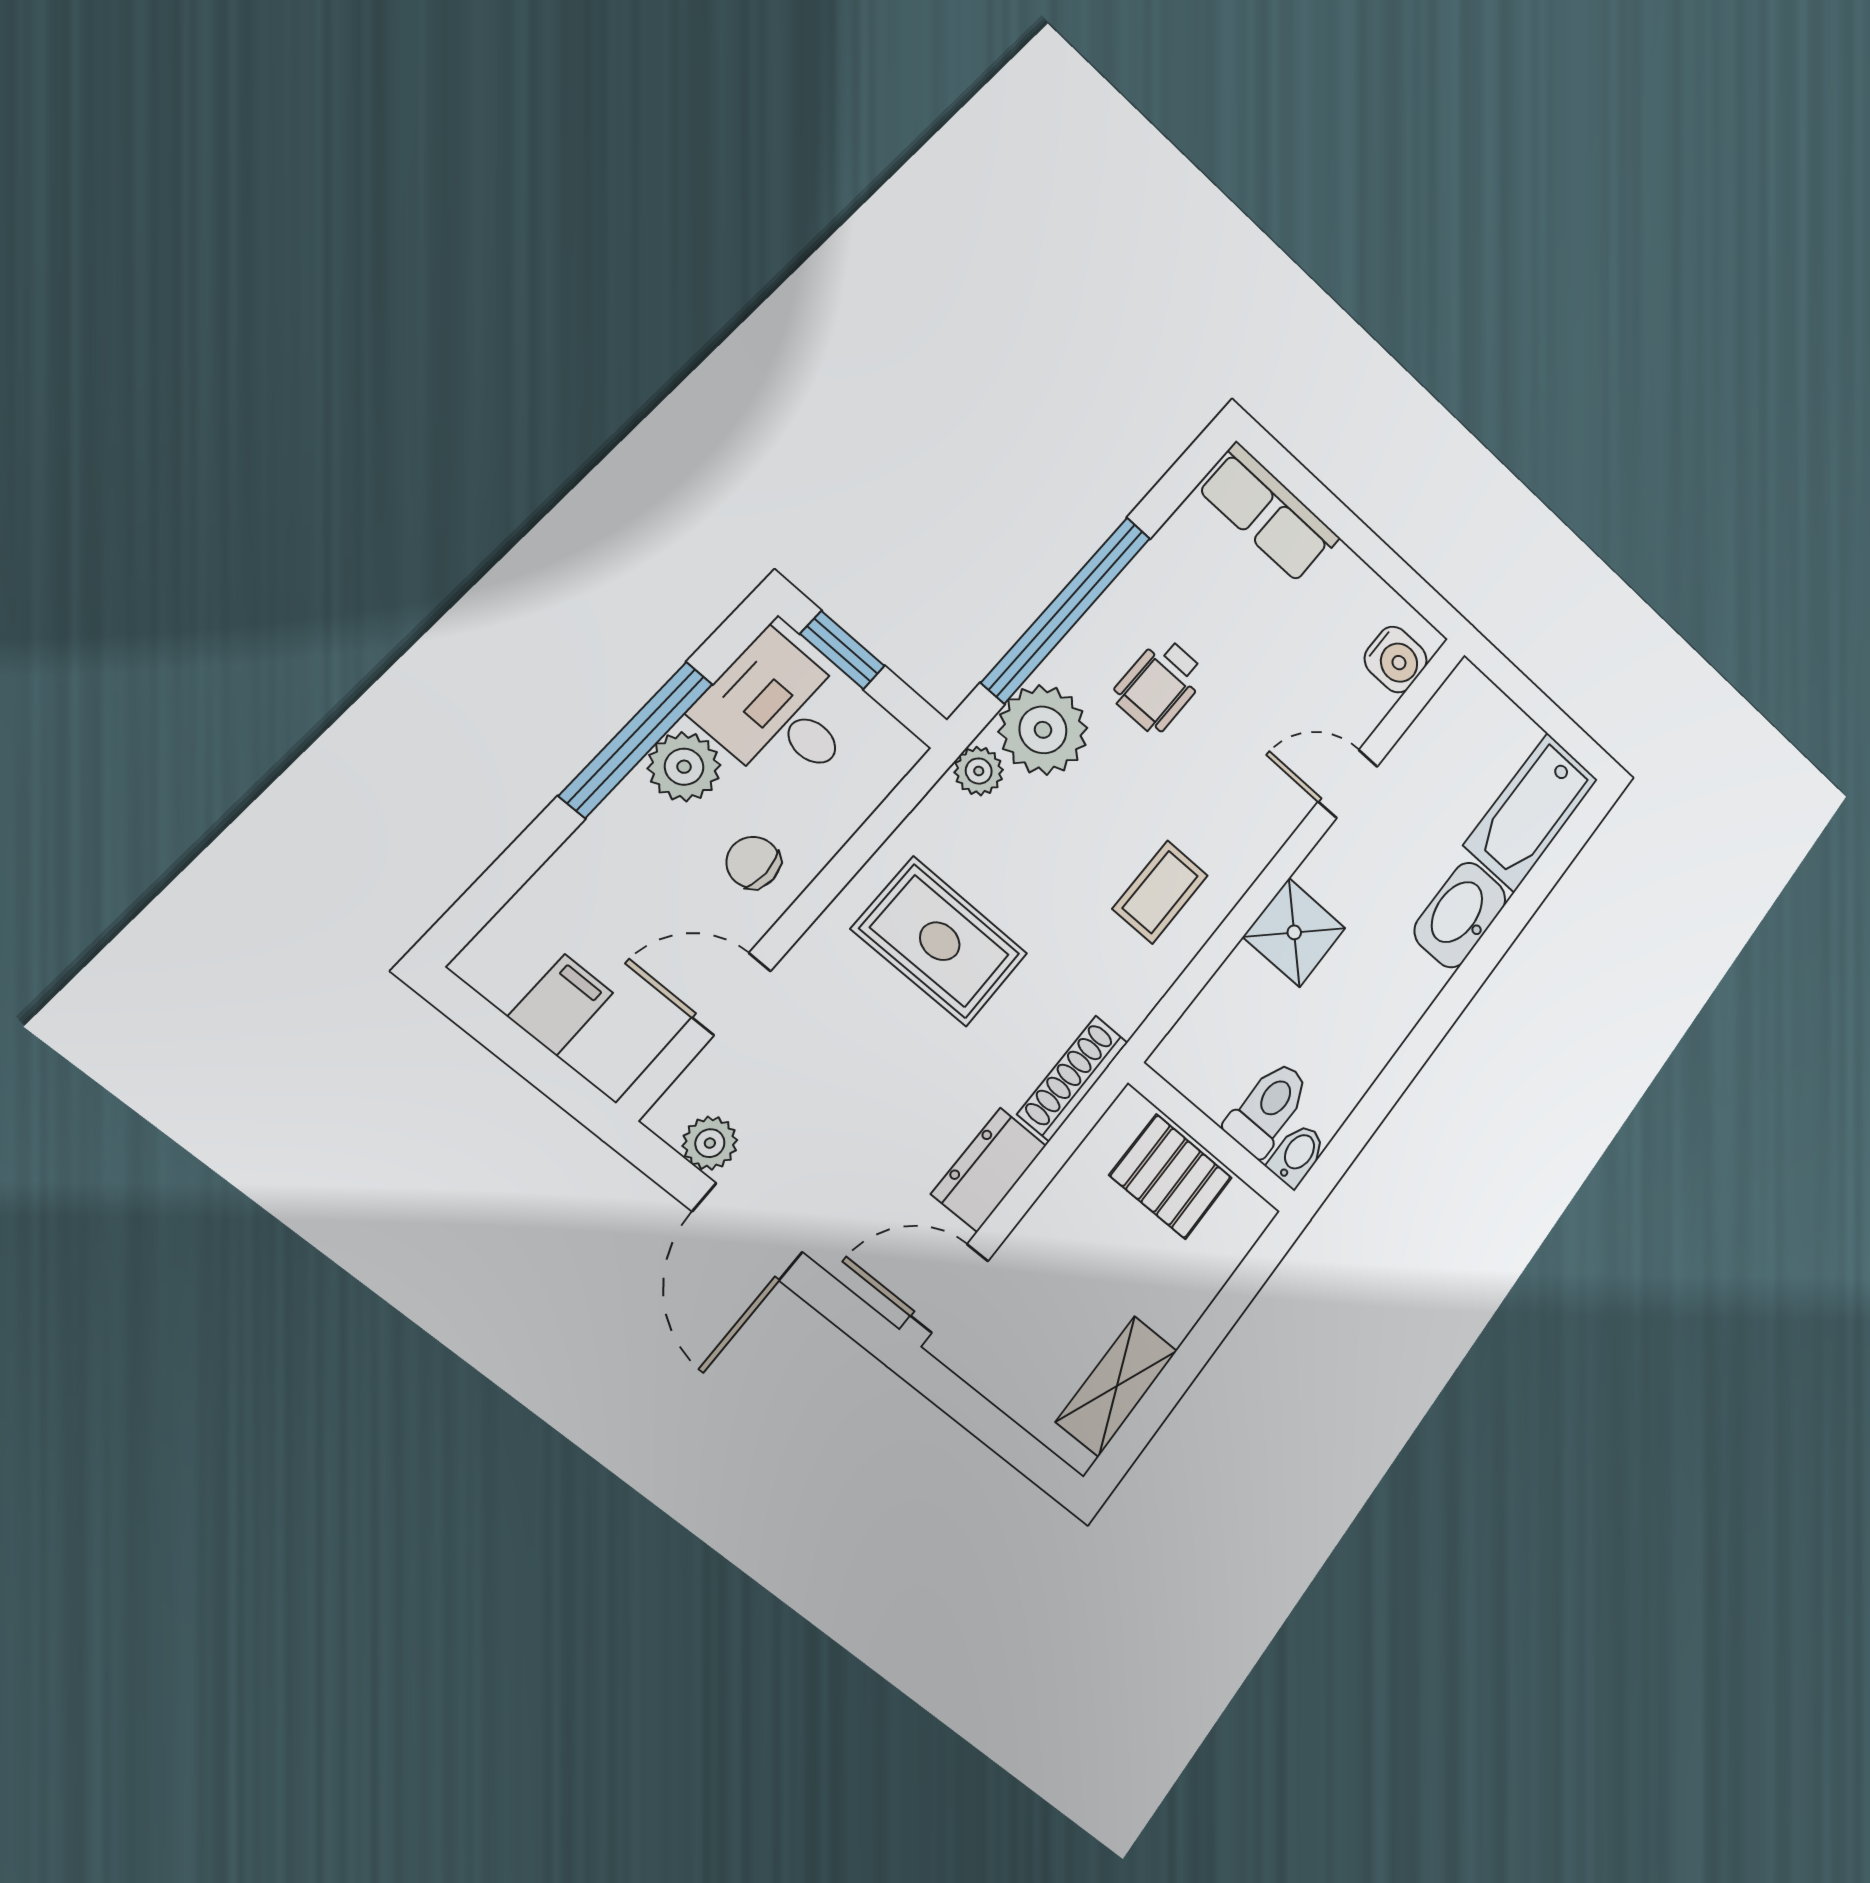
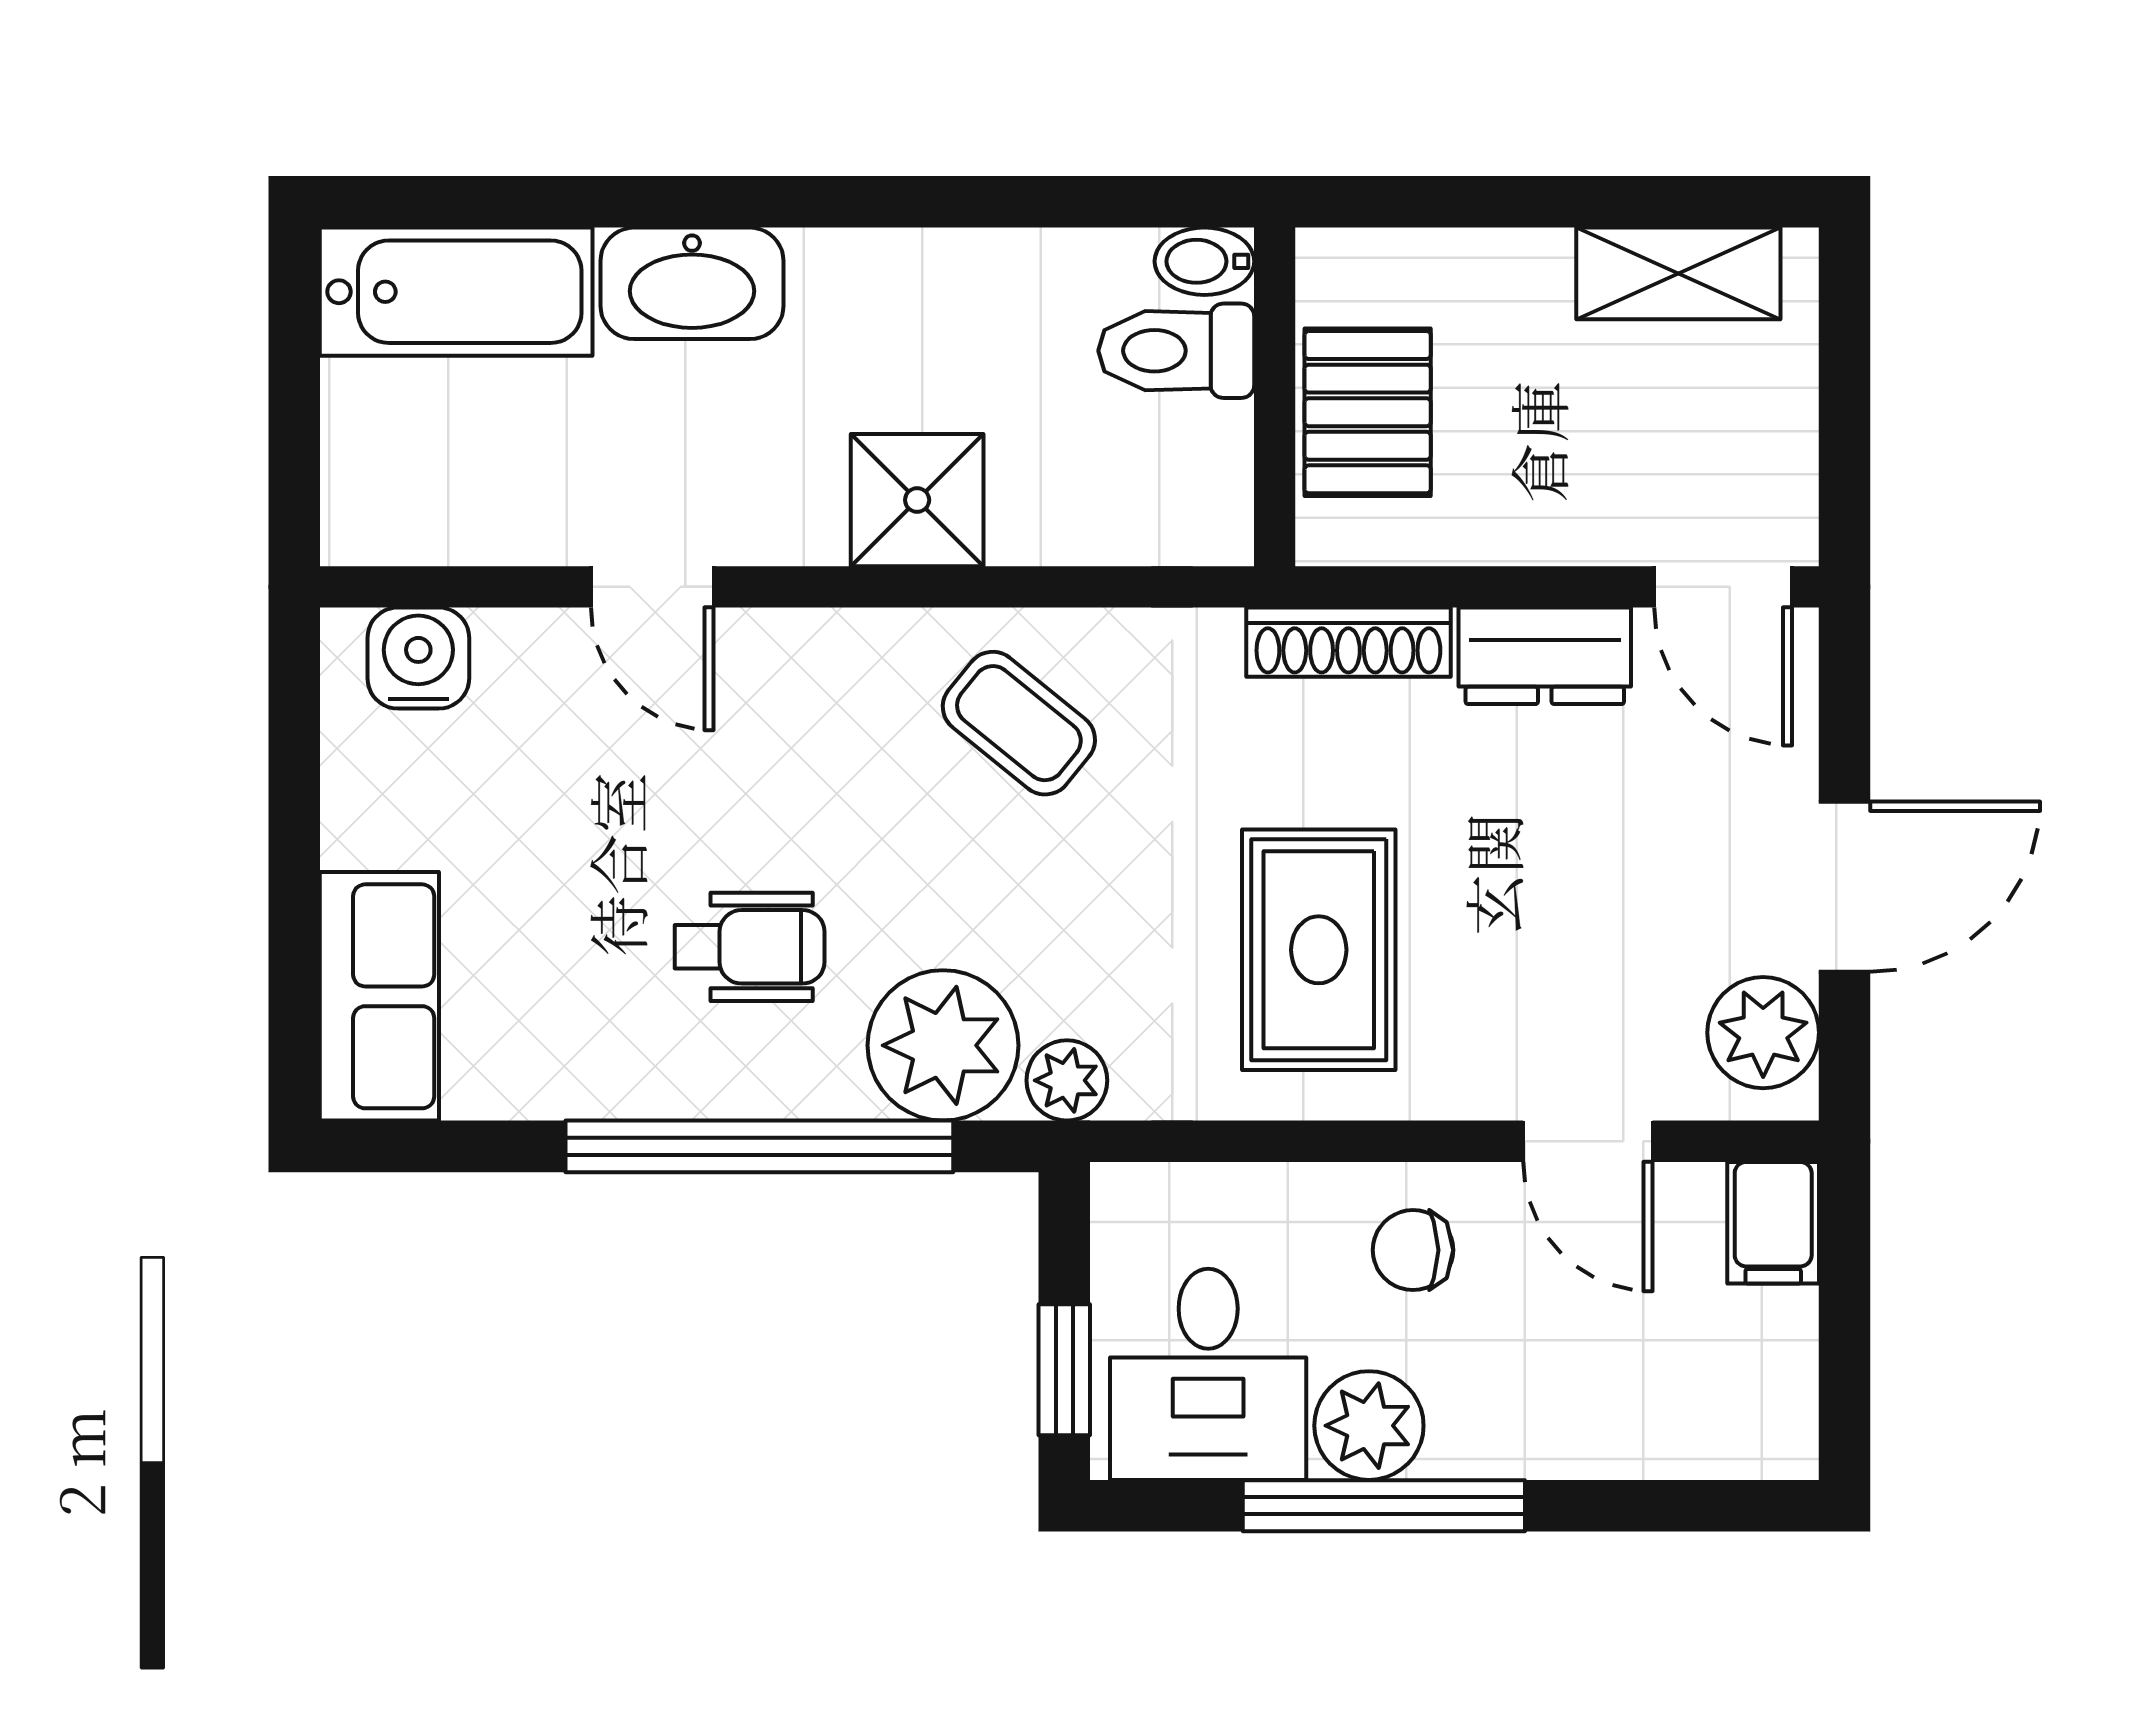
chair: (753, 862) -> (1413, 1250), turned 90
coffee table: (1160, 892) -> (1019, 723), turned 39
filing cabinet: (561, 1005) -> (1773, 1223), moved, turned -90
plant: (710, 1143) -> (1763, 1033), width x1.38, depth x1.38

